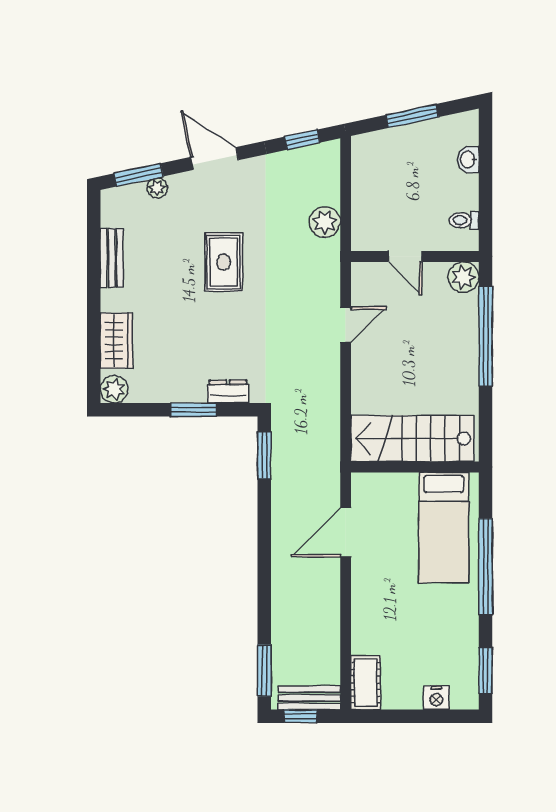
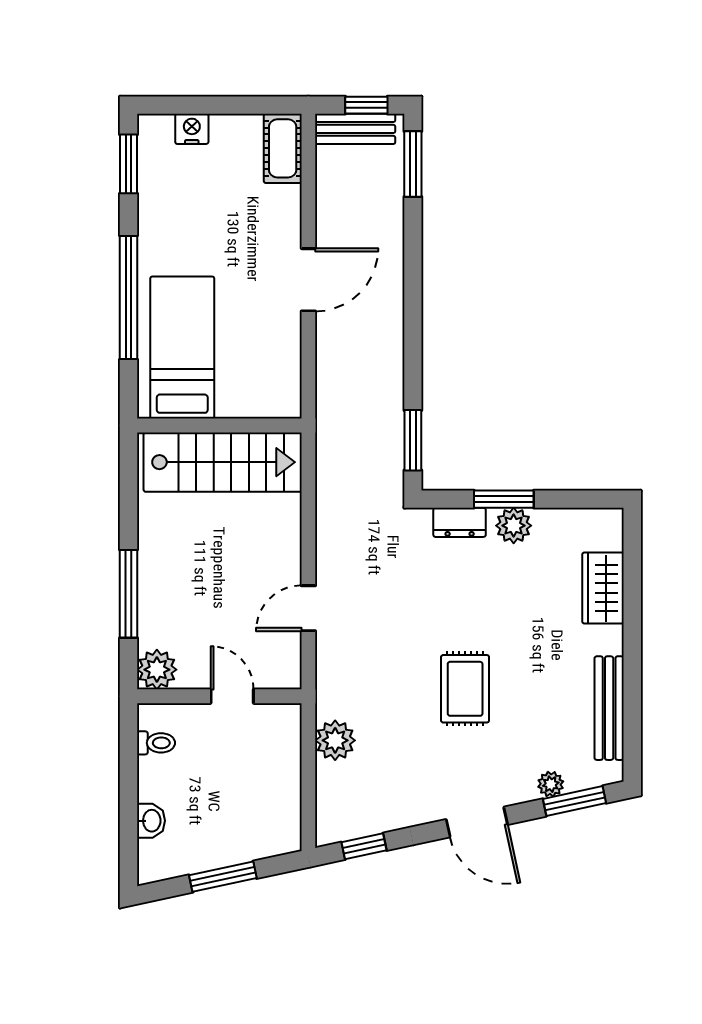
bench: (112, 258) -> (609, 708), width x1.36
window: (486, 336) -> (128, 594), width x0.68
plant: (114, 389) -> (514, 526), moved
door: (346, 532) -> (308, 280), moved

